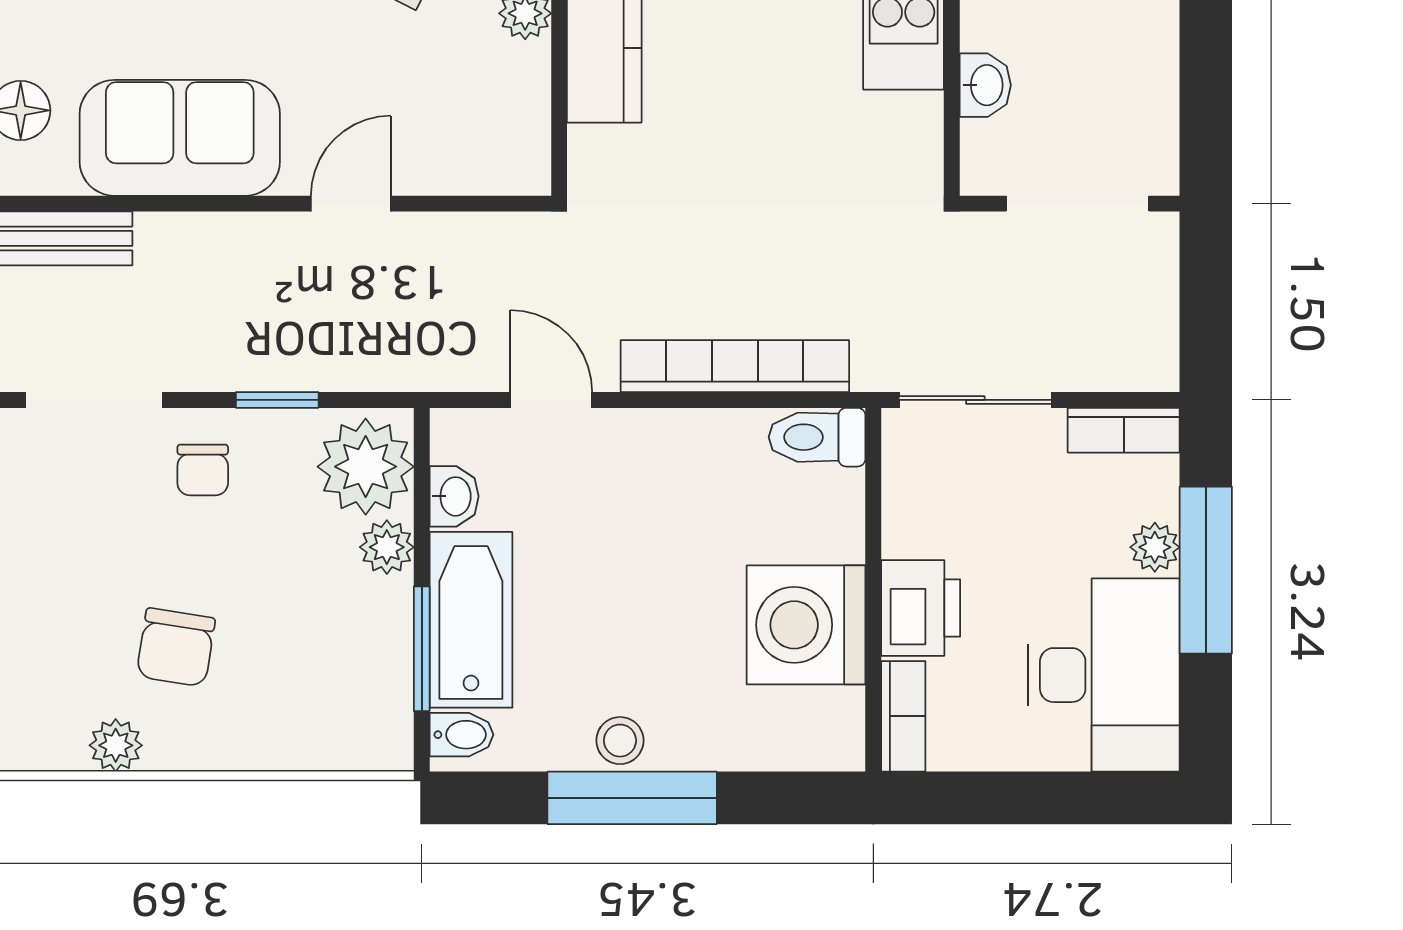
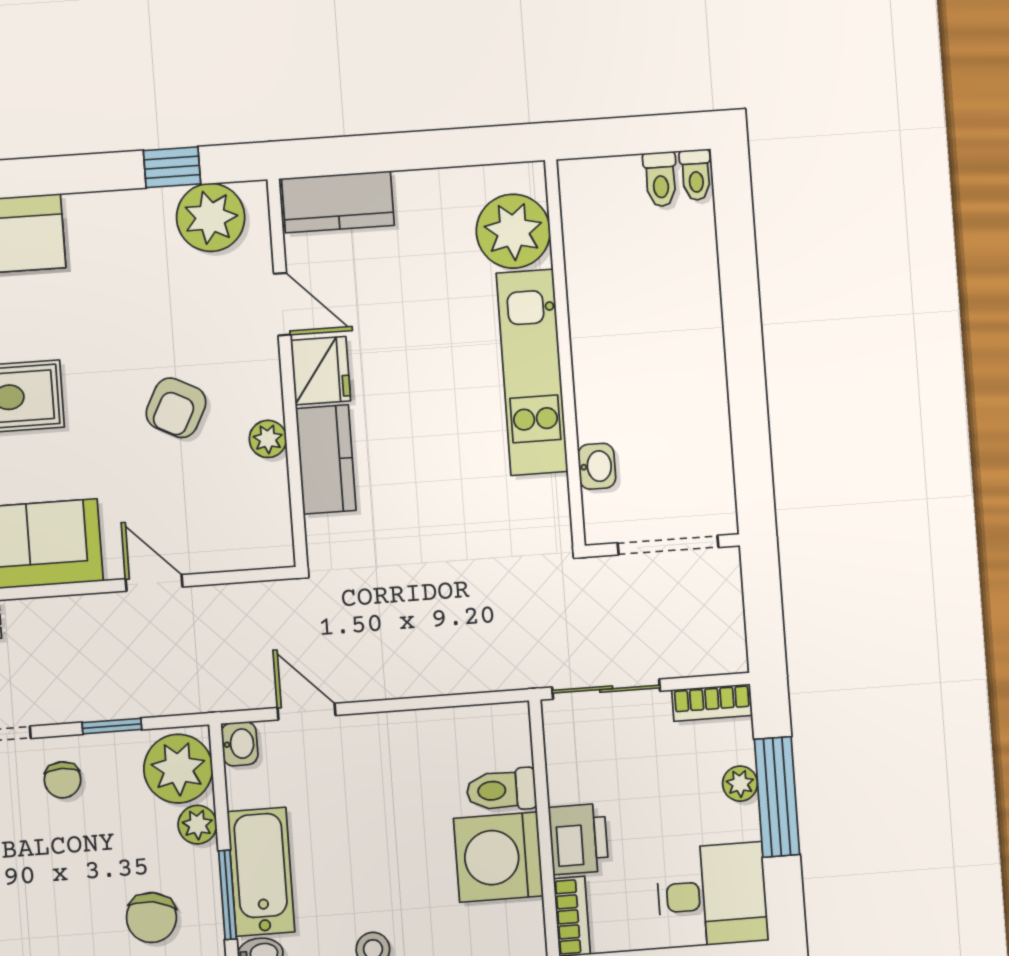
door: (351, 204) -> (154, 583), hinge flipped
bookcase: (735, 366) -> (435, 678), removed
toilet: (817, 437) -> (501, 790), moved
washbasin: (454, 496) -> (240, 744), moved
chair: (176, 647) -> (151, 918), moved
desk: (1104, 675) -> (712, 895), width x0.73

